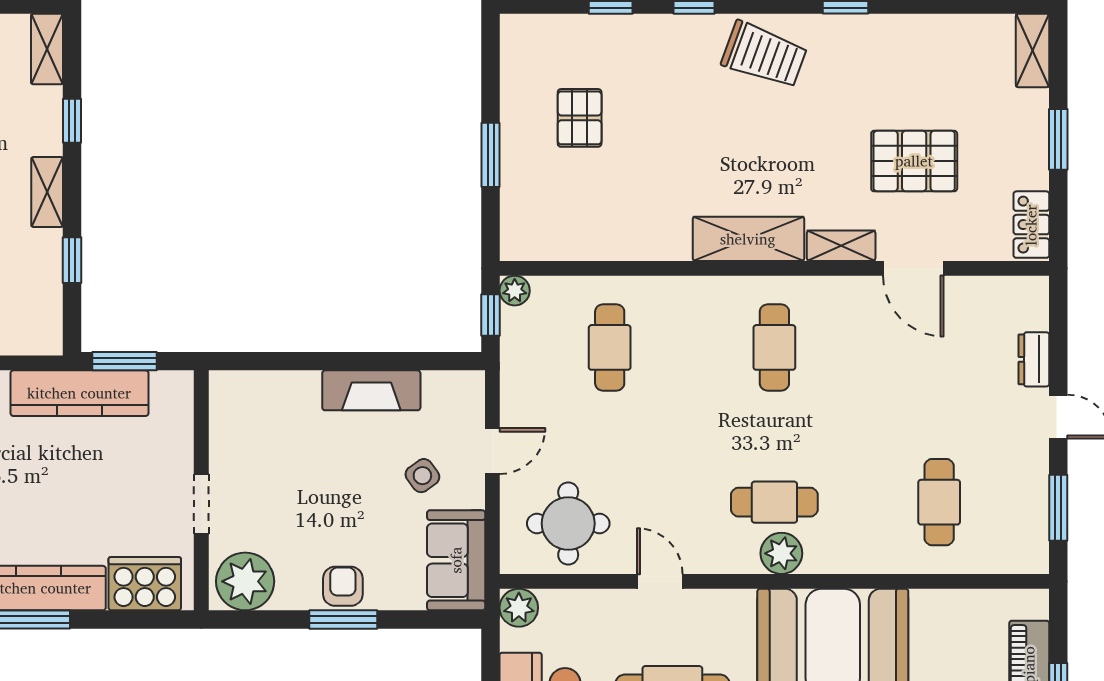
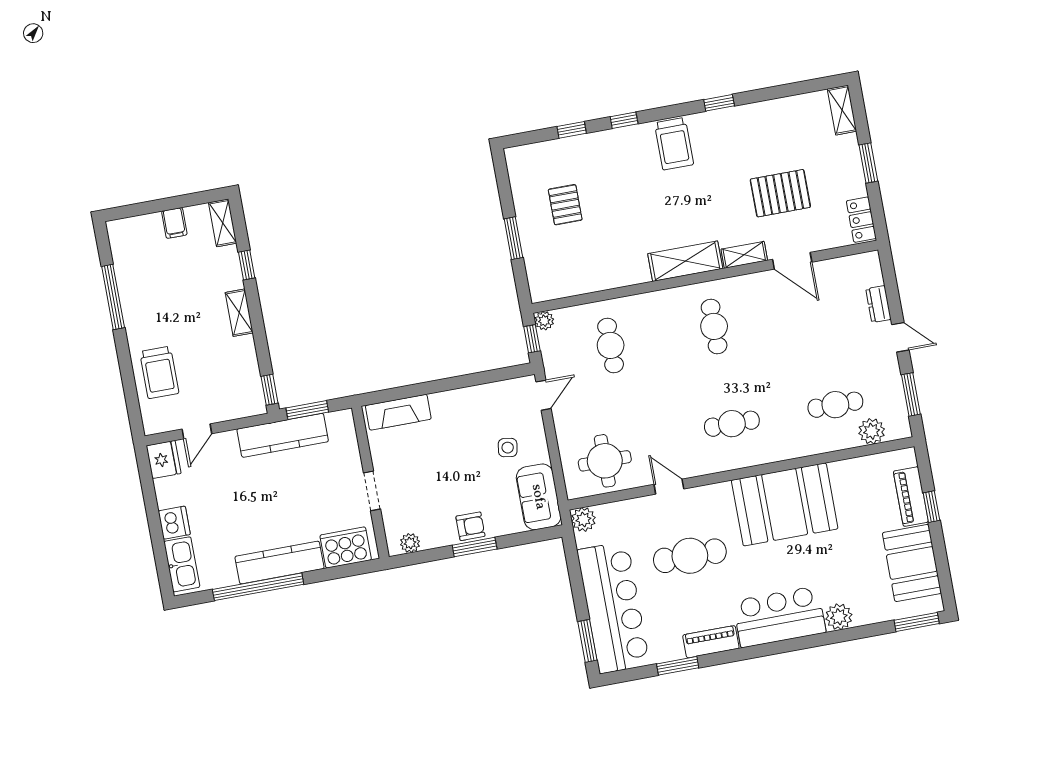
trolley: (764, 55) -> (674, 144), turned 70
window: (72, 260) -> (269, 390), moved
fireplace: (371, 390) -> (398, 412), moved
door: (492, 451) -> (543, 395), moved
side table: (422, 476) -> (508, 448), turned 45
cafe table: (939, 502) -> (835, 405), turned 90
plant: (781, 553) -> (872, 431), moved
plant: (245, 581) -> (410, 543), width x0.53, depth x0.53
armchair: (343, 586) -> (470, 526), turned 90

